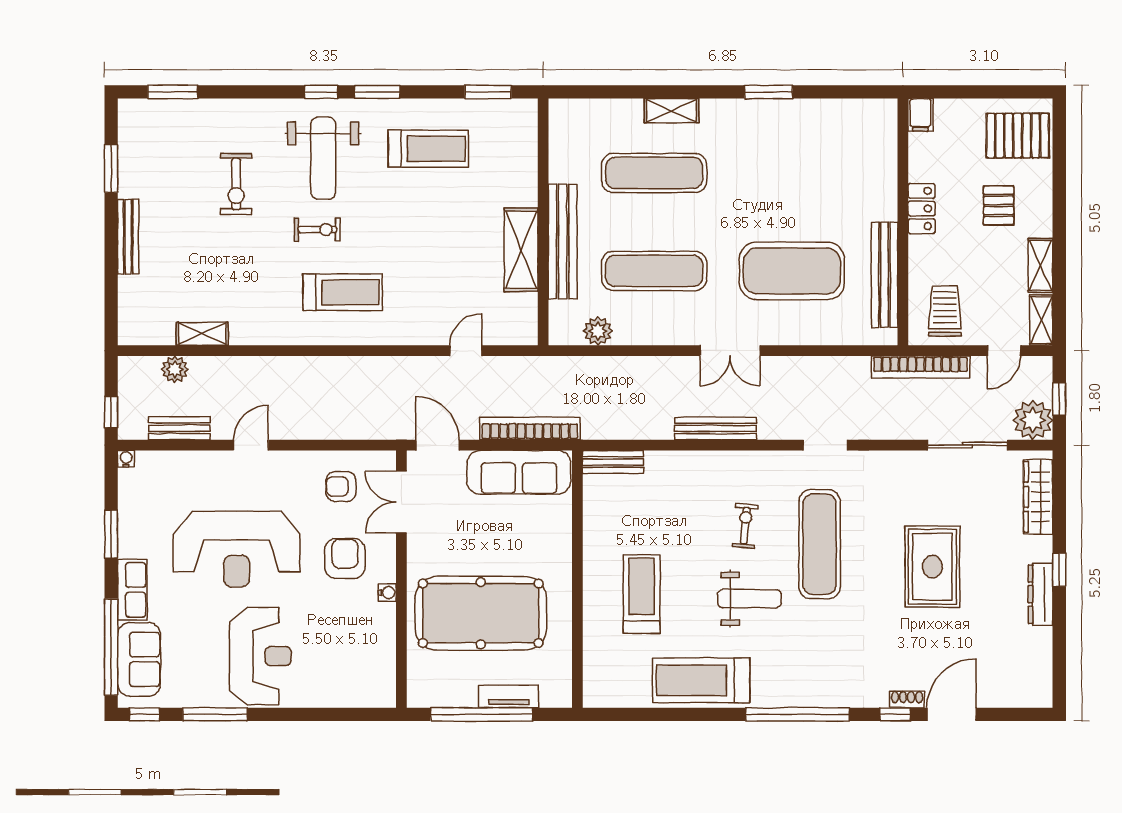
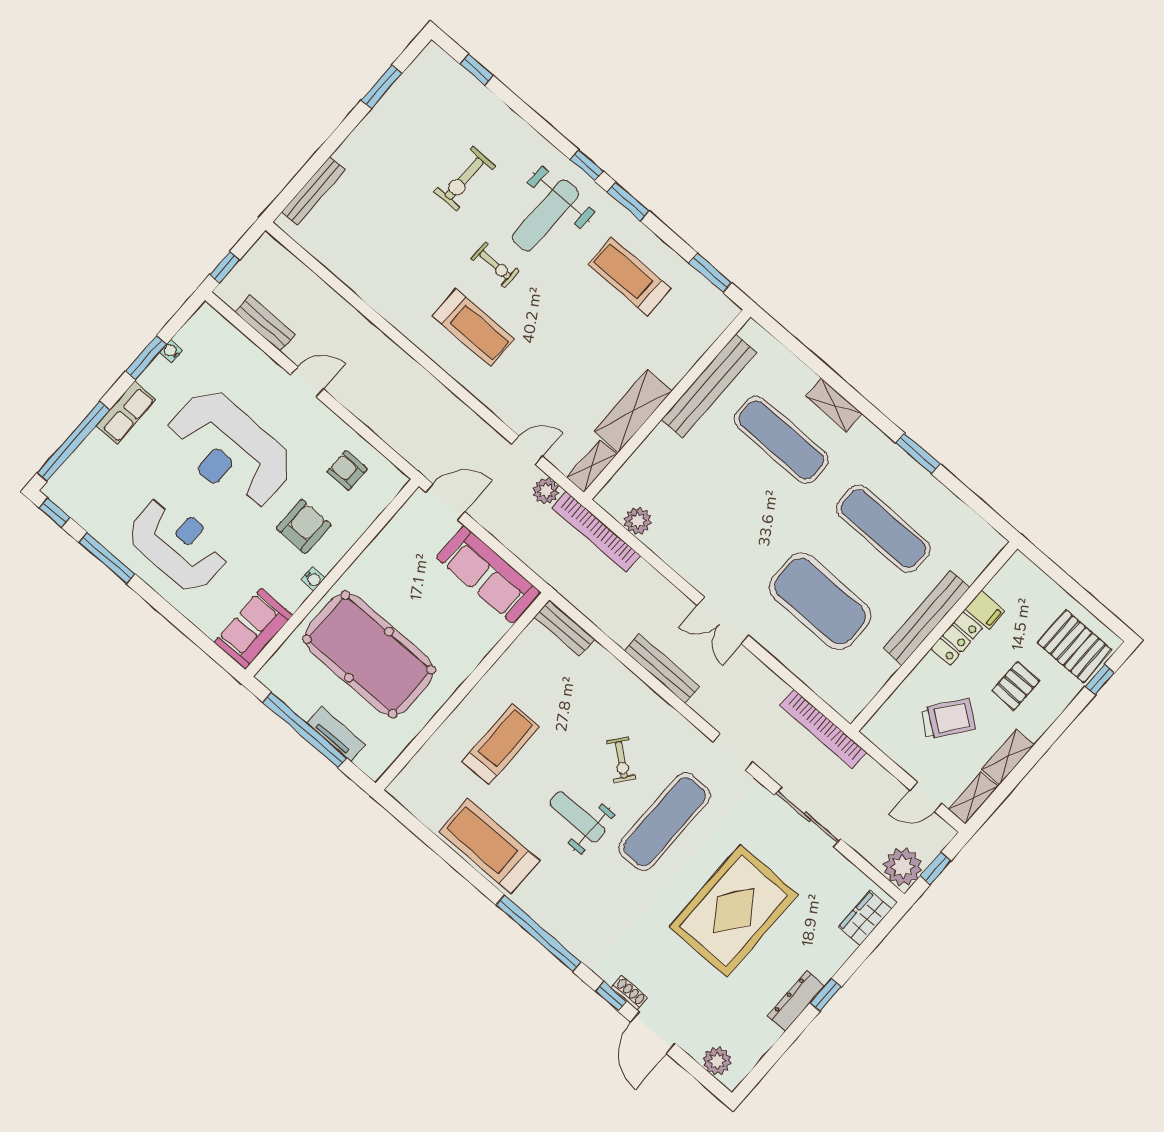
window: (173, 92) -> (477, 70), width x0.67
filing cabinet: (920, 115) -> (985, 610), moved, turned -90
window: (1059, 144) -> (1100, 679), added
treadmill: (428, 149) -> (629, 276), turned 180
bench: (128, 237) -> (313, 191), moved
bench: (563, 242) -> (709, 386), moved
exercise mat: (654, 271) -> (883, 529), moved
bench: (885, 275) -> (926, 618), moved
trolley: (945, 311) -> (948, 719), moved, turned 37
shelving: (202, 334) -> (592, 466), moved, turned 90
bookcase: (920, 367) -> (823, 729), moved
plant: (175, 369) -> (546, 491), moved
bookcase: (530, 429) -> (596, 532), moved, turned 180
door: (438, 445) -> (445, 502), hinge flipped
sliding door: (967, 445) -> (808, 817), moved
water cooler: (126, 459) -> (171, 351), moved, turned -90
wardrobe: (1038, 497) -> (865, 918), width x0.67
double door: (401, 502) -> (382, 521), removed
exercise bike: (745, 526) -> (621, 760), turned 124
rug: (932, 567) -> (734, 911), width x1.37, depth x1.44
weight bench: (749, 599) -> (577, 817), turned 180
reception desk: (260, 656) -> (178, 544), turned -90
sofa: (139, 659) -> (253, 629), moved, turned 180
plant: (1020, 693) -> (717, 1061), added
door: (952, 714) -> (653, 1033), swing flipped

